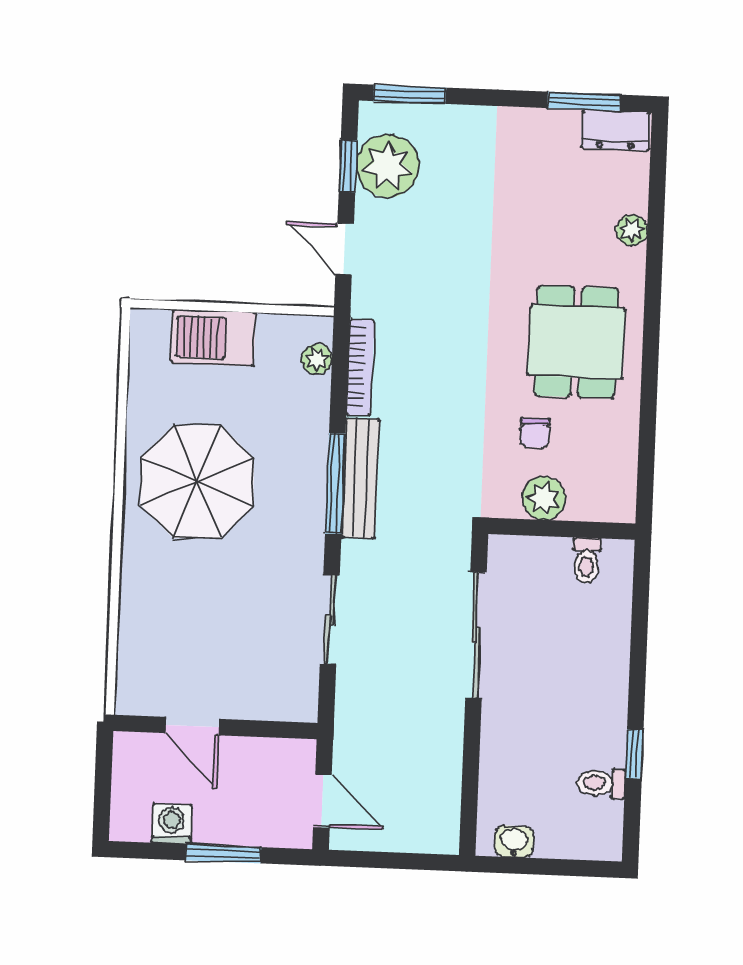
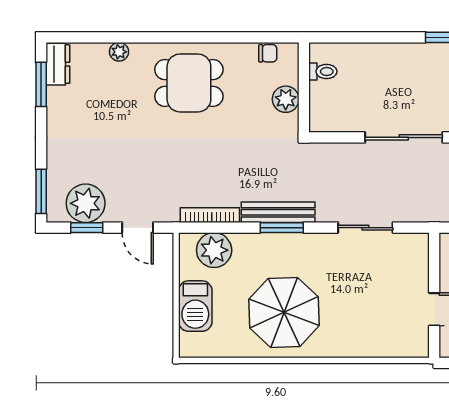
door: (345, 249) -> (138, 228), hinge flipped
plant: (317, 359) -> (214, 250), width x1.87, depth x1.87
chair: (535, 433) -> (268, 53), moved
window: (335, 484) -> (282, 228), width x0.69
sliding door: (476, 635) -> (404, 137), moved

